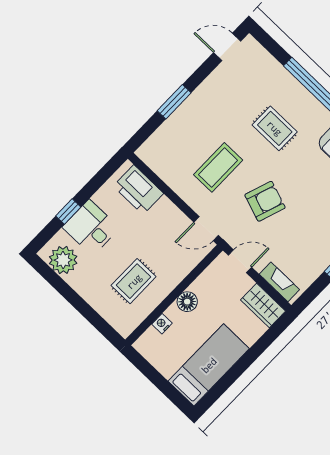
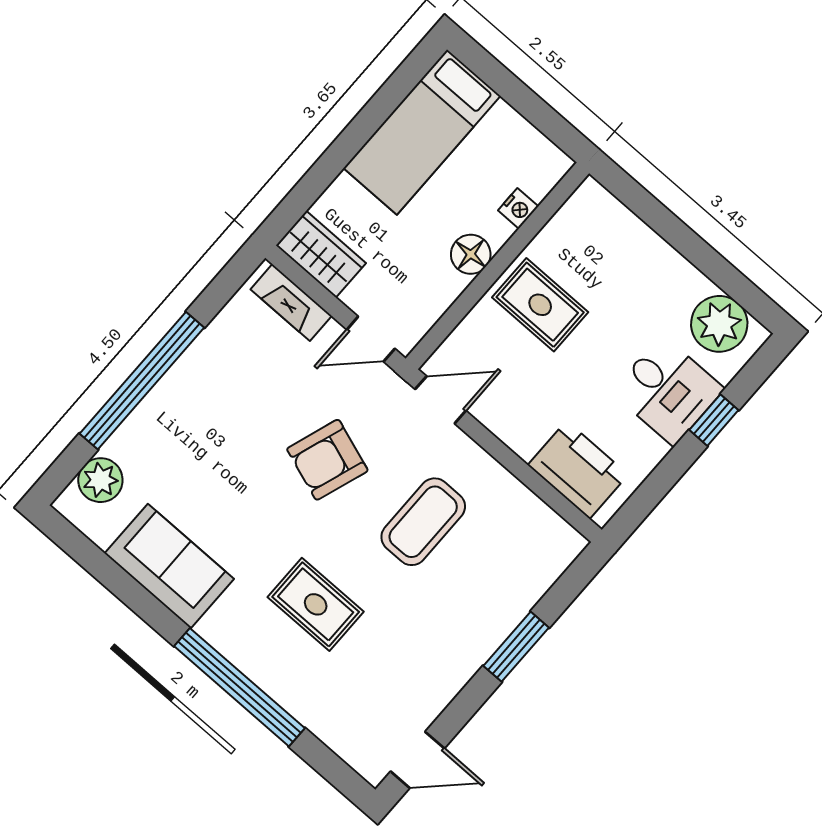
rug: (134, 281) -> (540, 305), moved, turned 90

